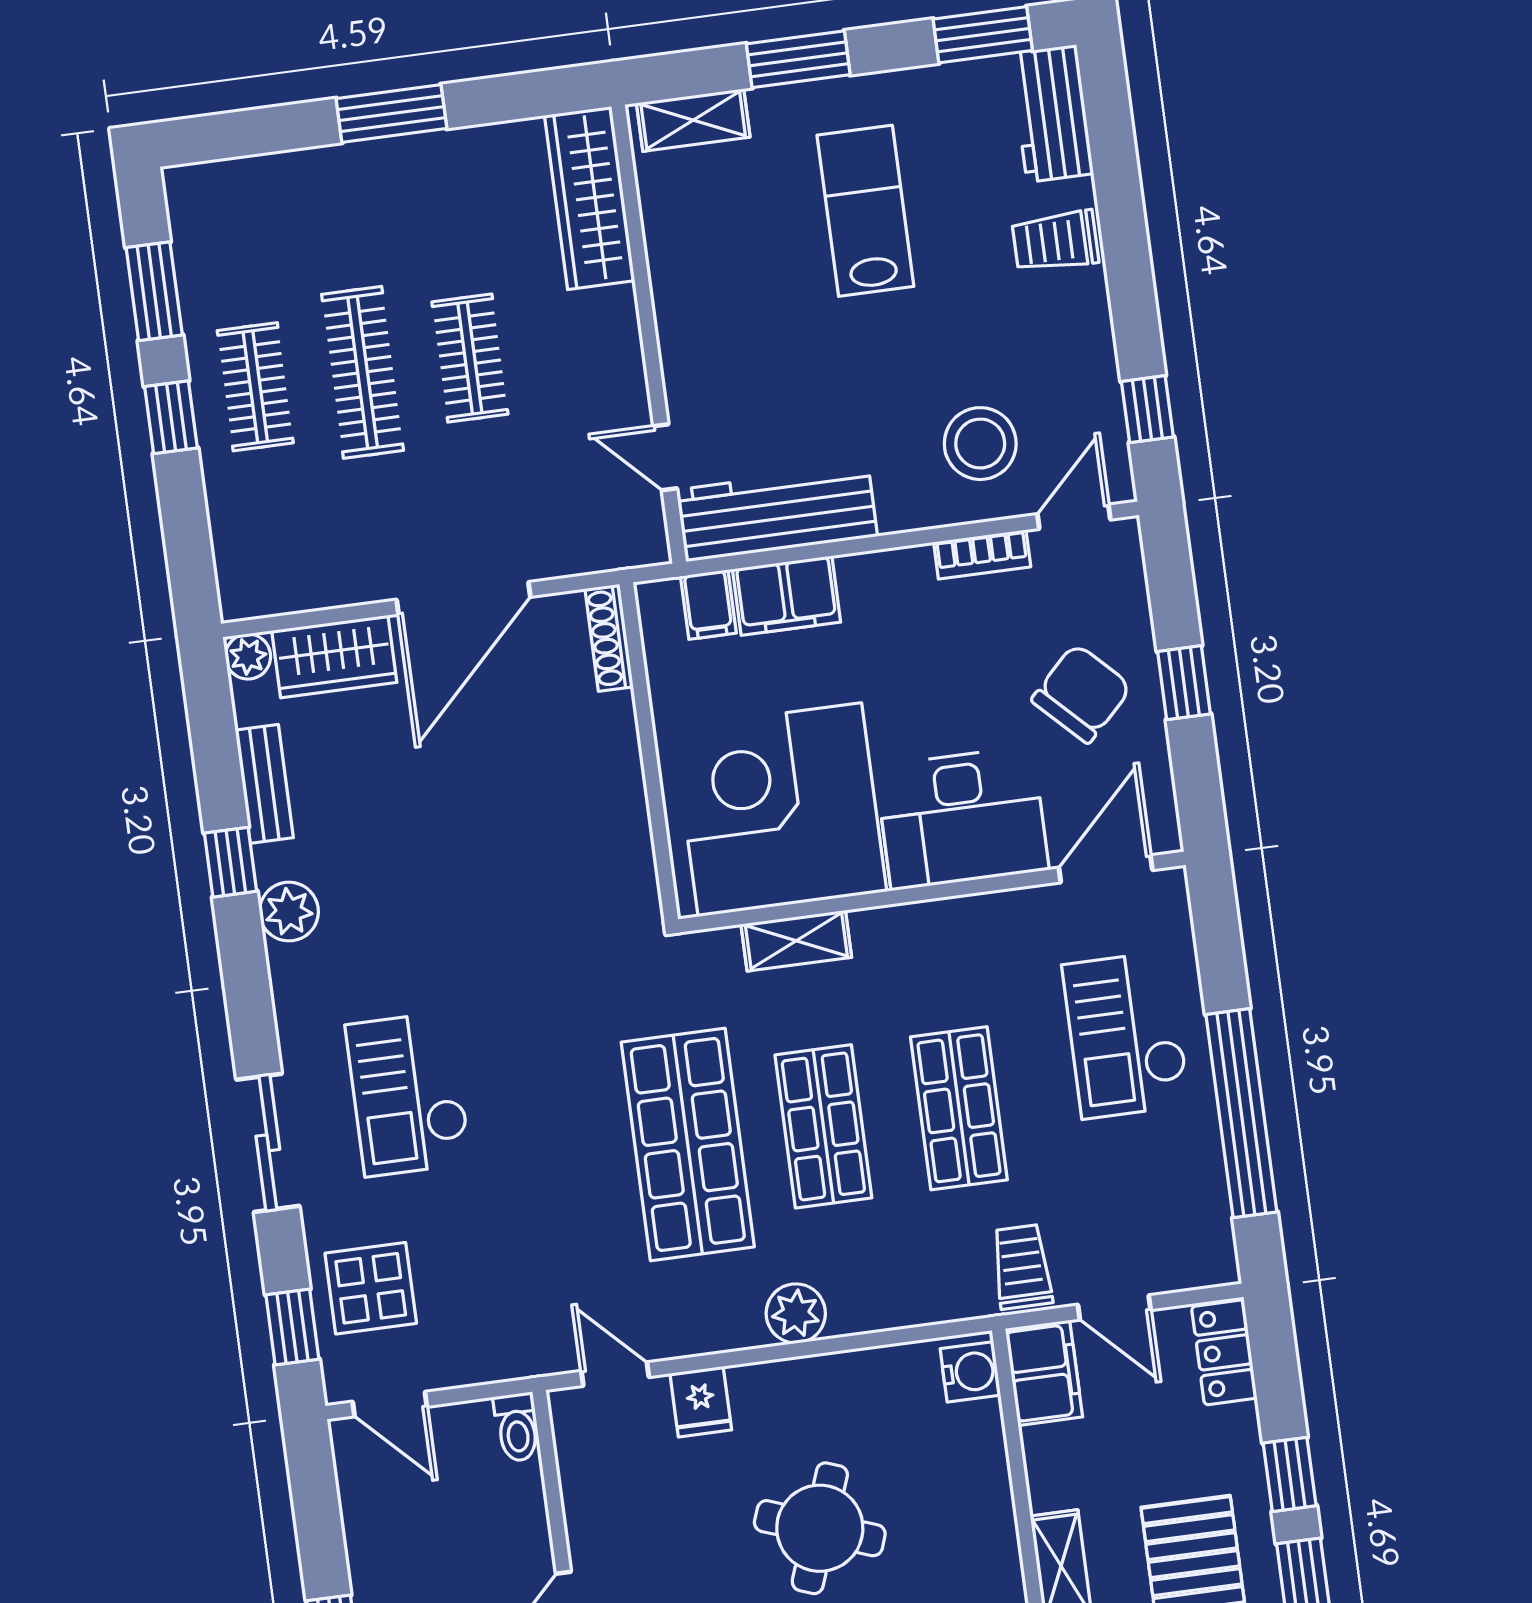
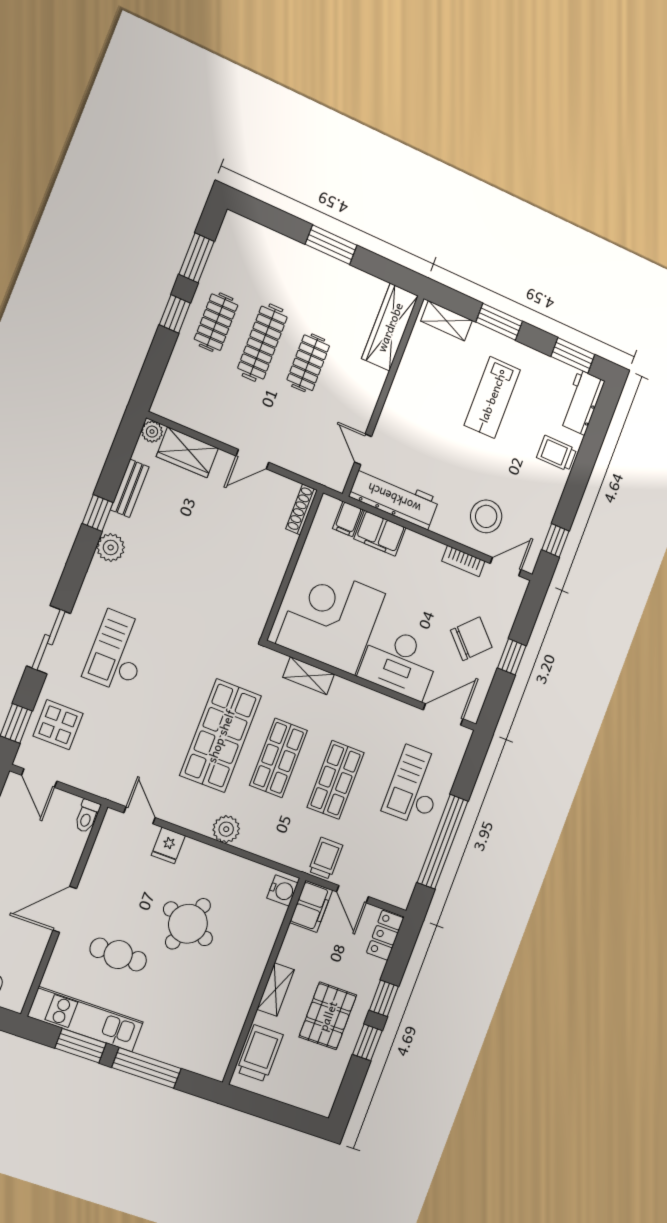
lab bench: (865, 211) -> (492, 398), turned 180
door: (463, 598) -> (252, 459), width x0.53

